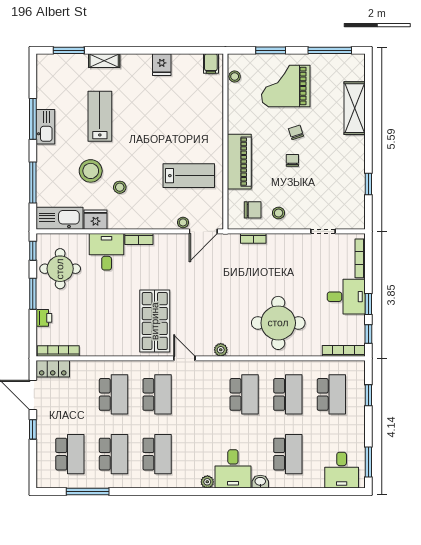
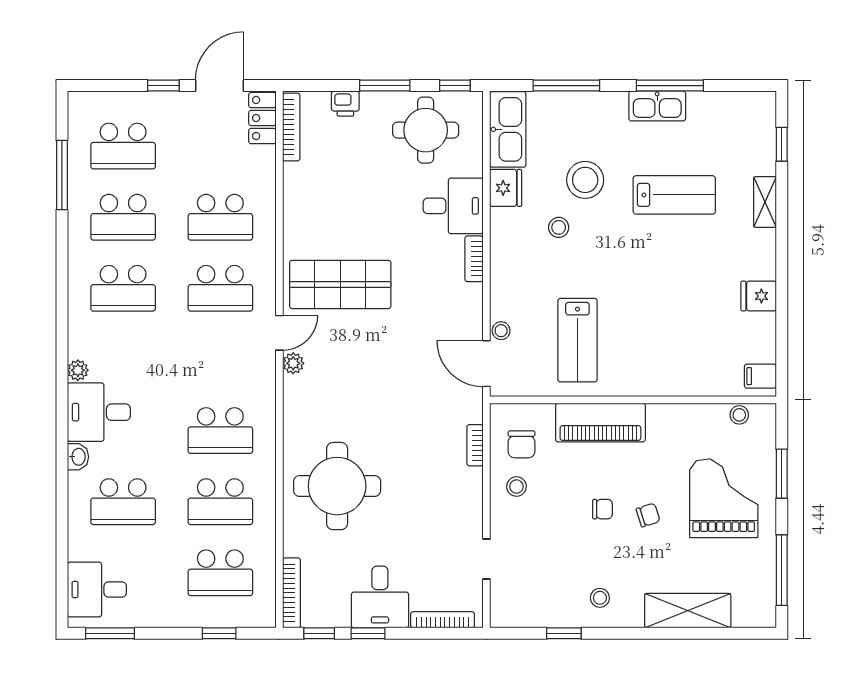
window: (69, 50) -> (782, 144), width x0.67
stool: (347, 162) -> (600, 598), added
plant: (221, 350) -> (293, 363), moved

